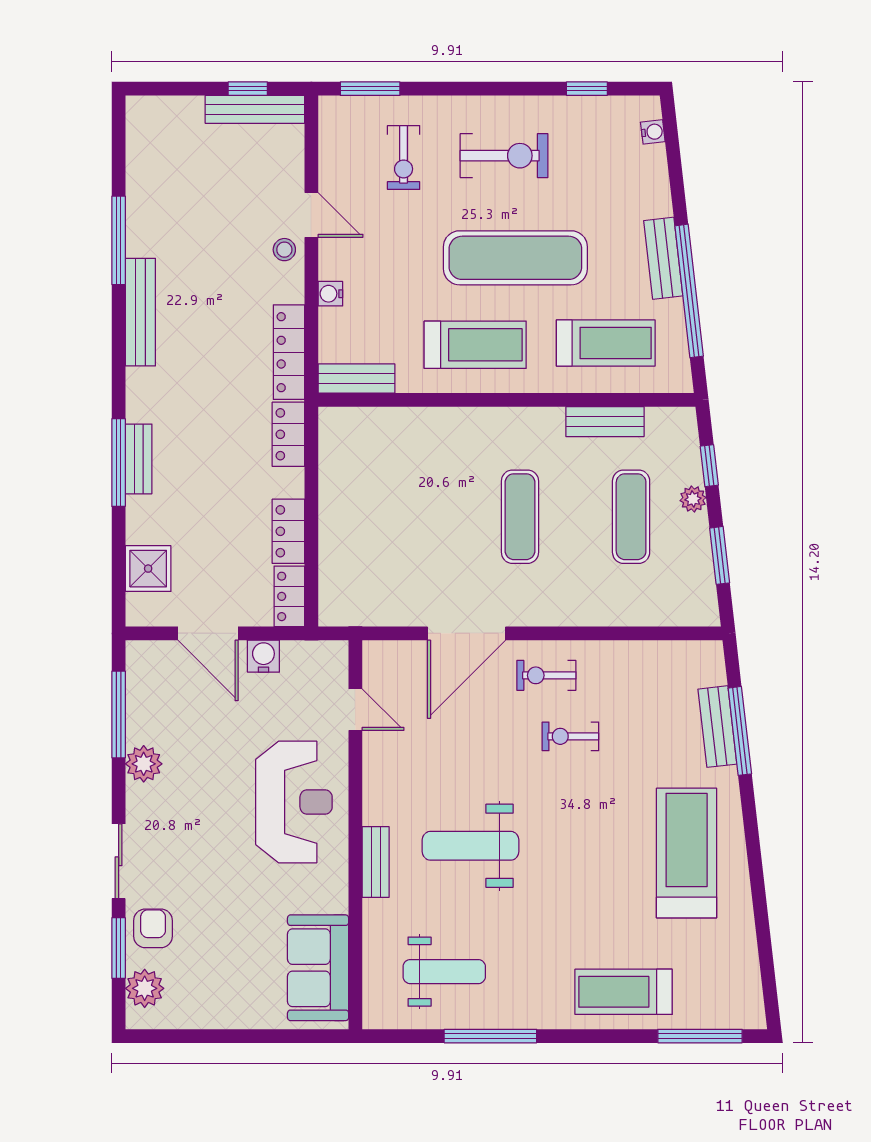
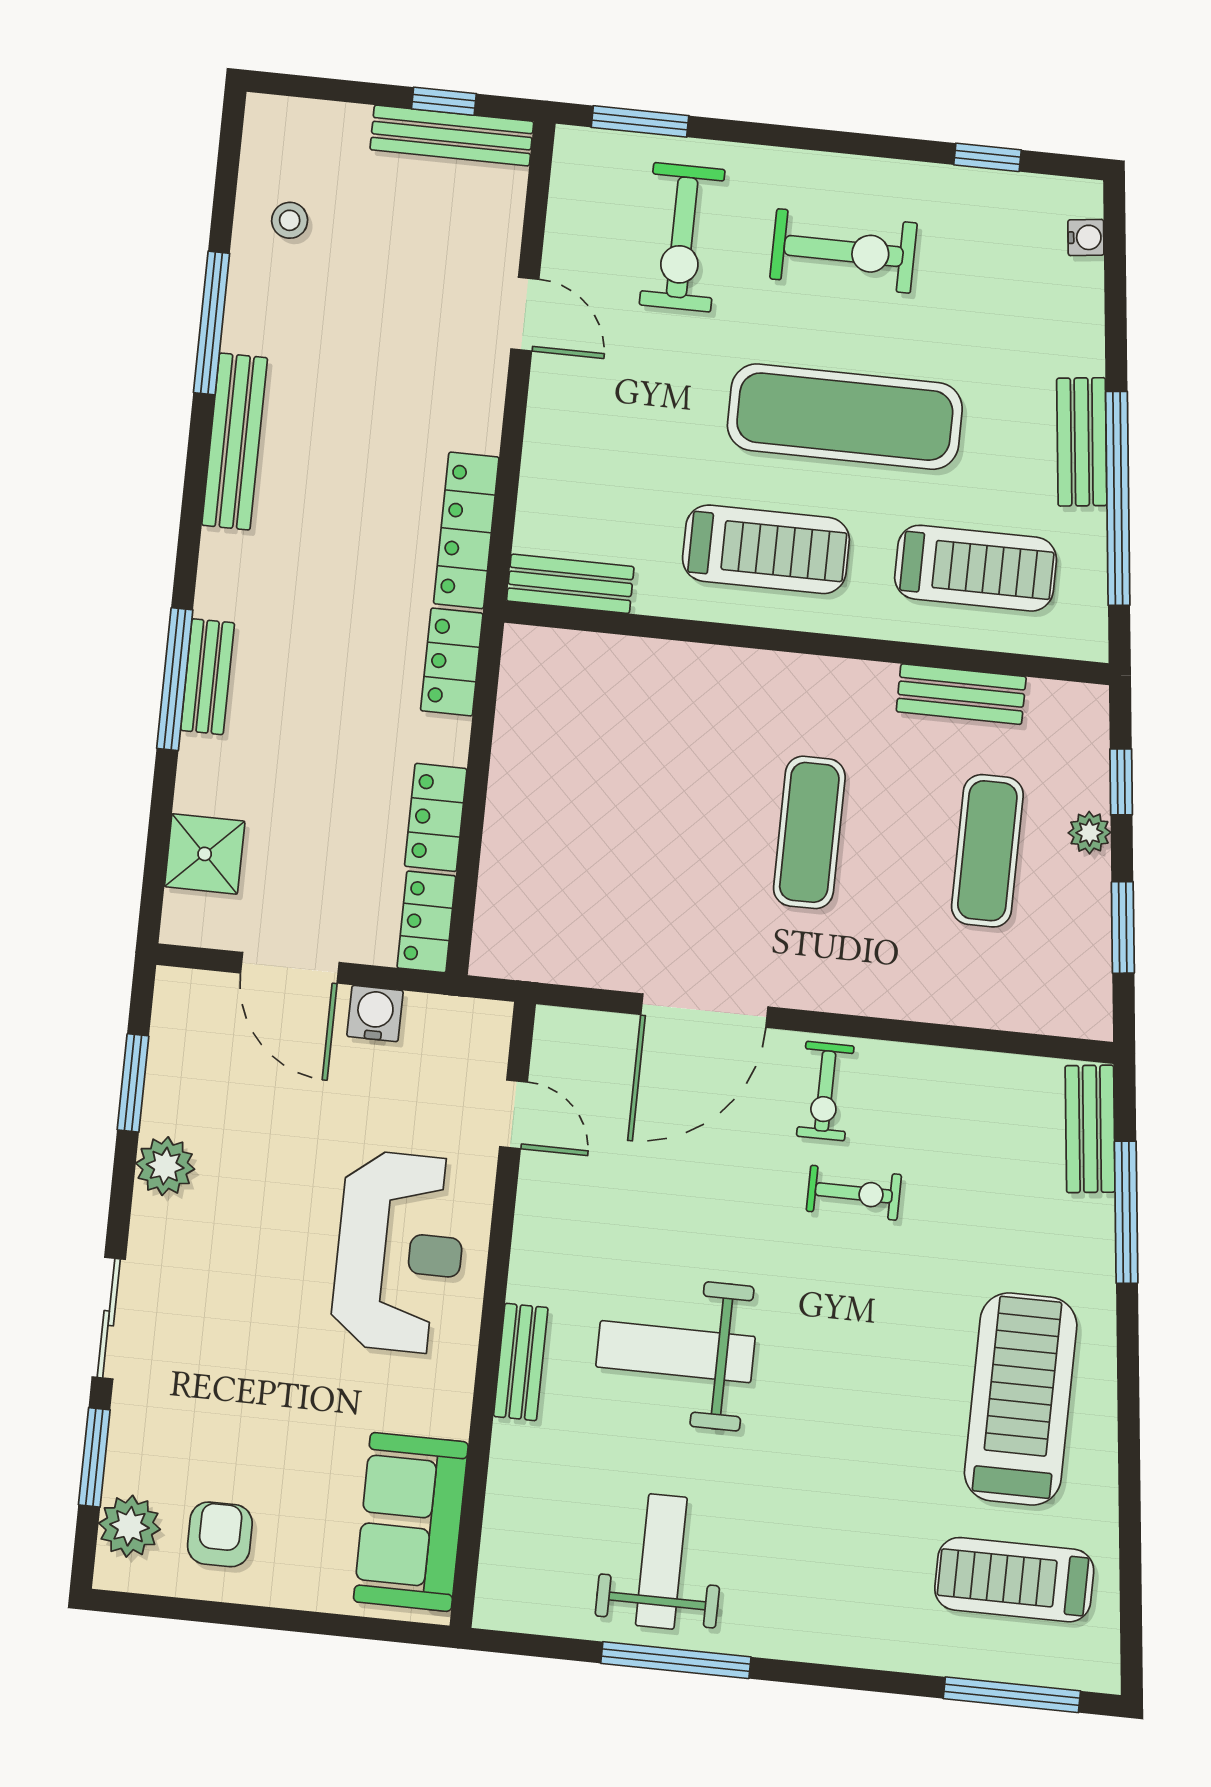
exercise bike: (404, 157) -> (682, 237), width x1.38, depth x1.39
stool: (284, 250) -> (290, 220), moved
water cooler: (330, 294) -> (542, 443), removed
exercise bike: (546, 675) -> (825, 1091), turned -90
window: (119, 714) -> (133, 1083), width x0.69
bench: (717, 727) -> (1090, 1129), moved
exercise bike: (570, 736) -> (854, 1193), turned 180
armchair: (153, 928) -> (220, 1534), moved
weight bench: (444, 972) -> (661, 1561), moved, turned -90
treadmill: (624, 992) -> (1014, 1580), moved

